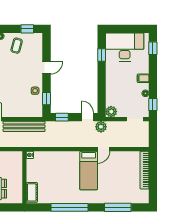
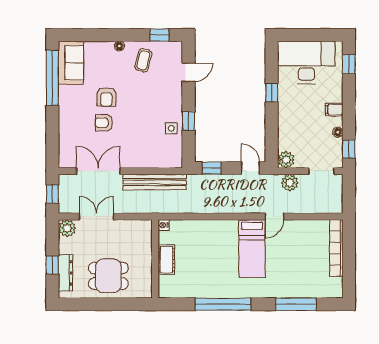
window: (102, 55) -> (272, 93), moved
door: (46, 68) -> (188, 72), moved
window: (46, 99) -> (188, 121), moved
plant: (101, 127) -> (290, 183), moved
cot: (32, 192) -> (166, 260), moved

